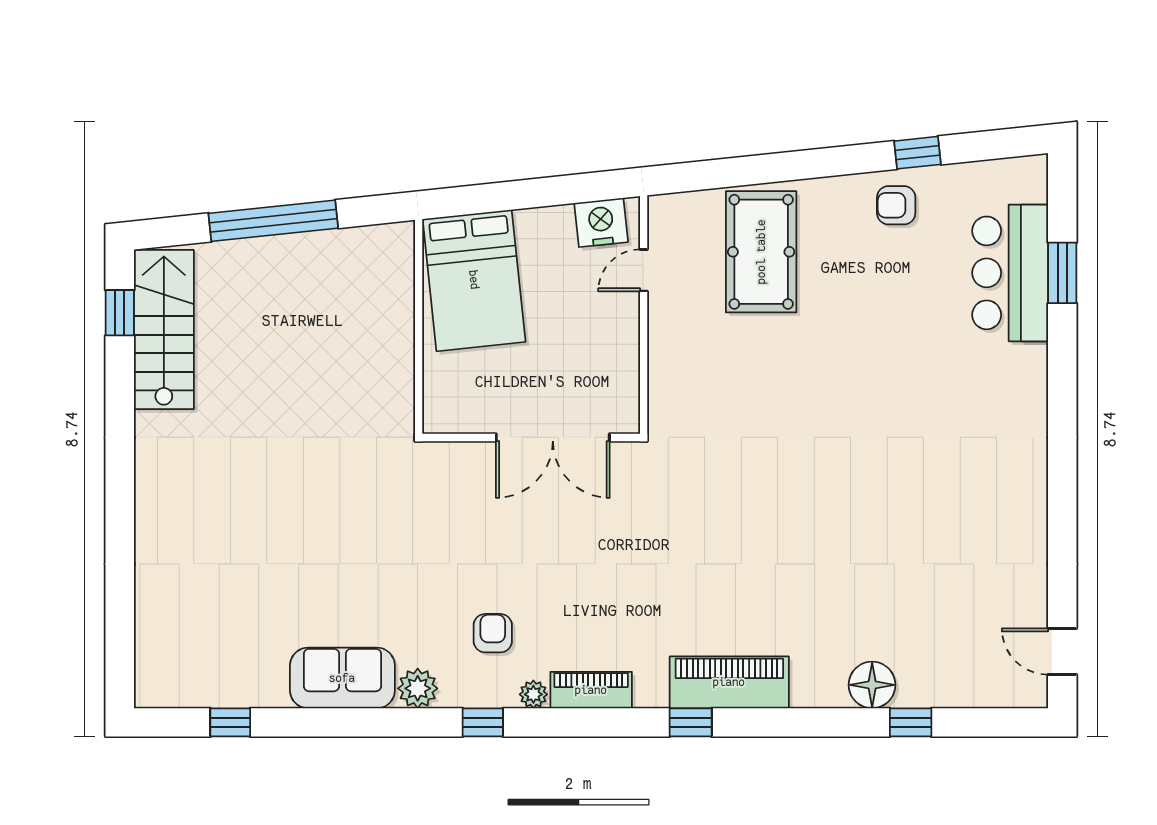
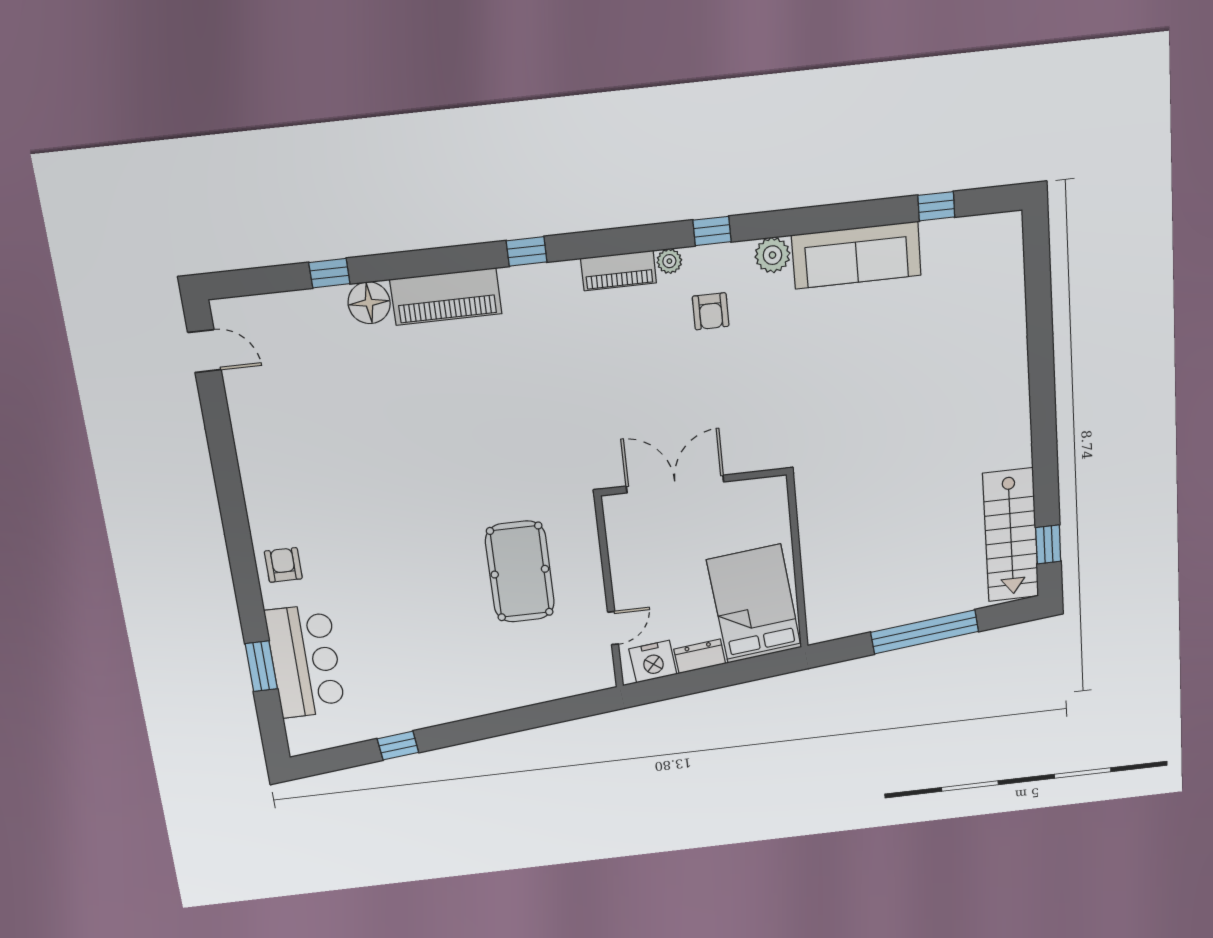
armchair: (896, 205) -> (283, 565), moved, turned -90
dresser: (545, 222) -> (700, 656), added
pool table: (761, 252) -> (520, 572), moved
sofa: (342, 678) -> (856, 255), width x1.36
piano: (729, 682) -> (446, 297), moved

